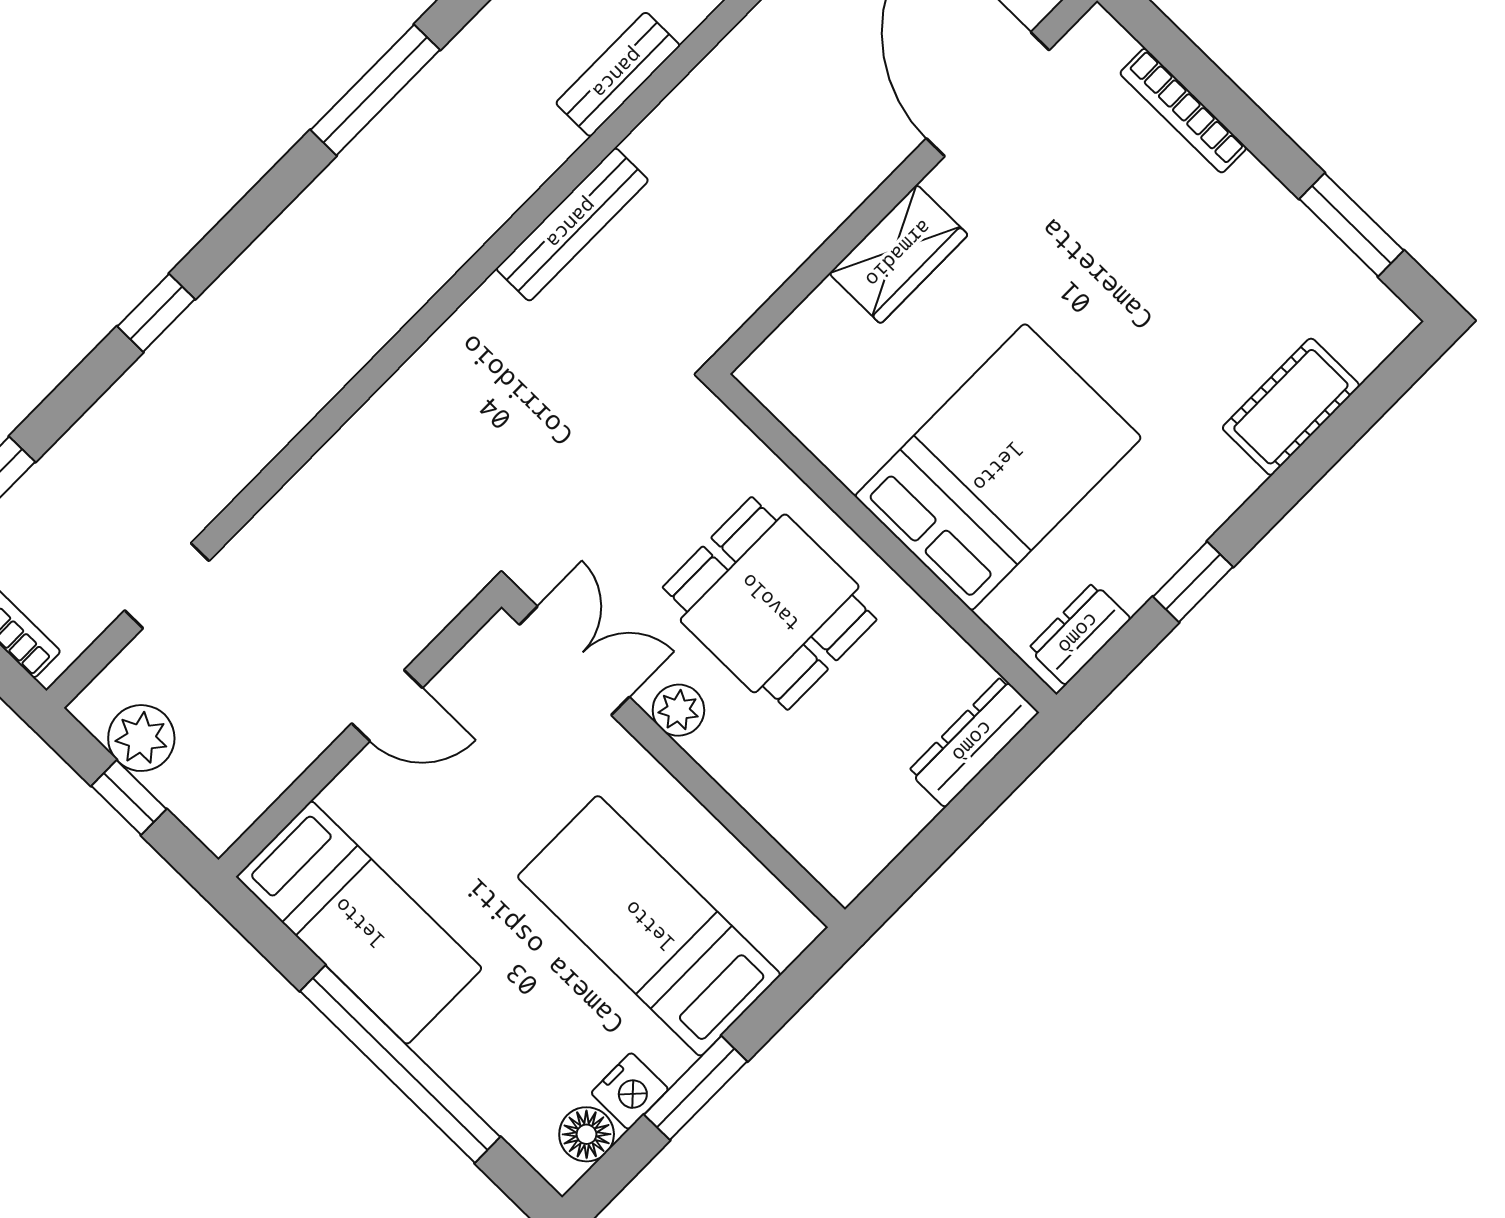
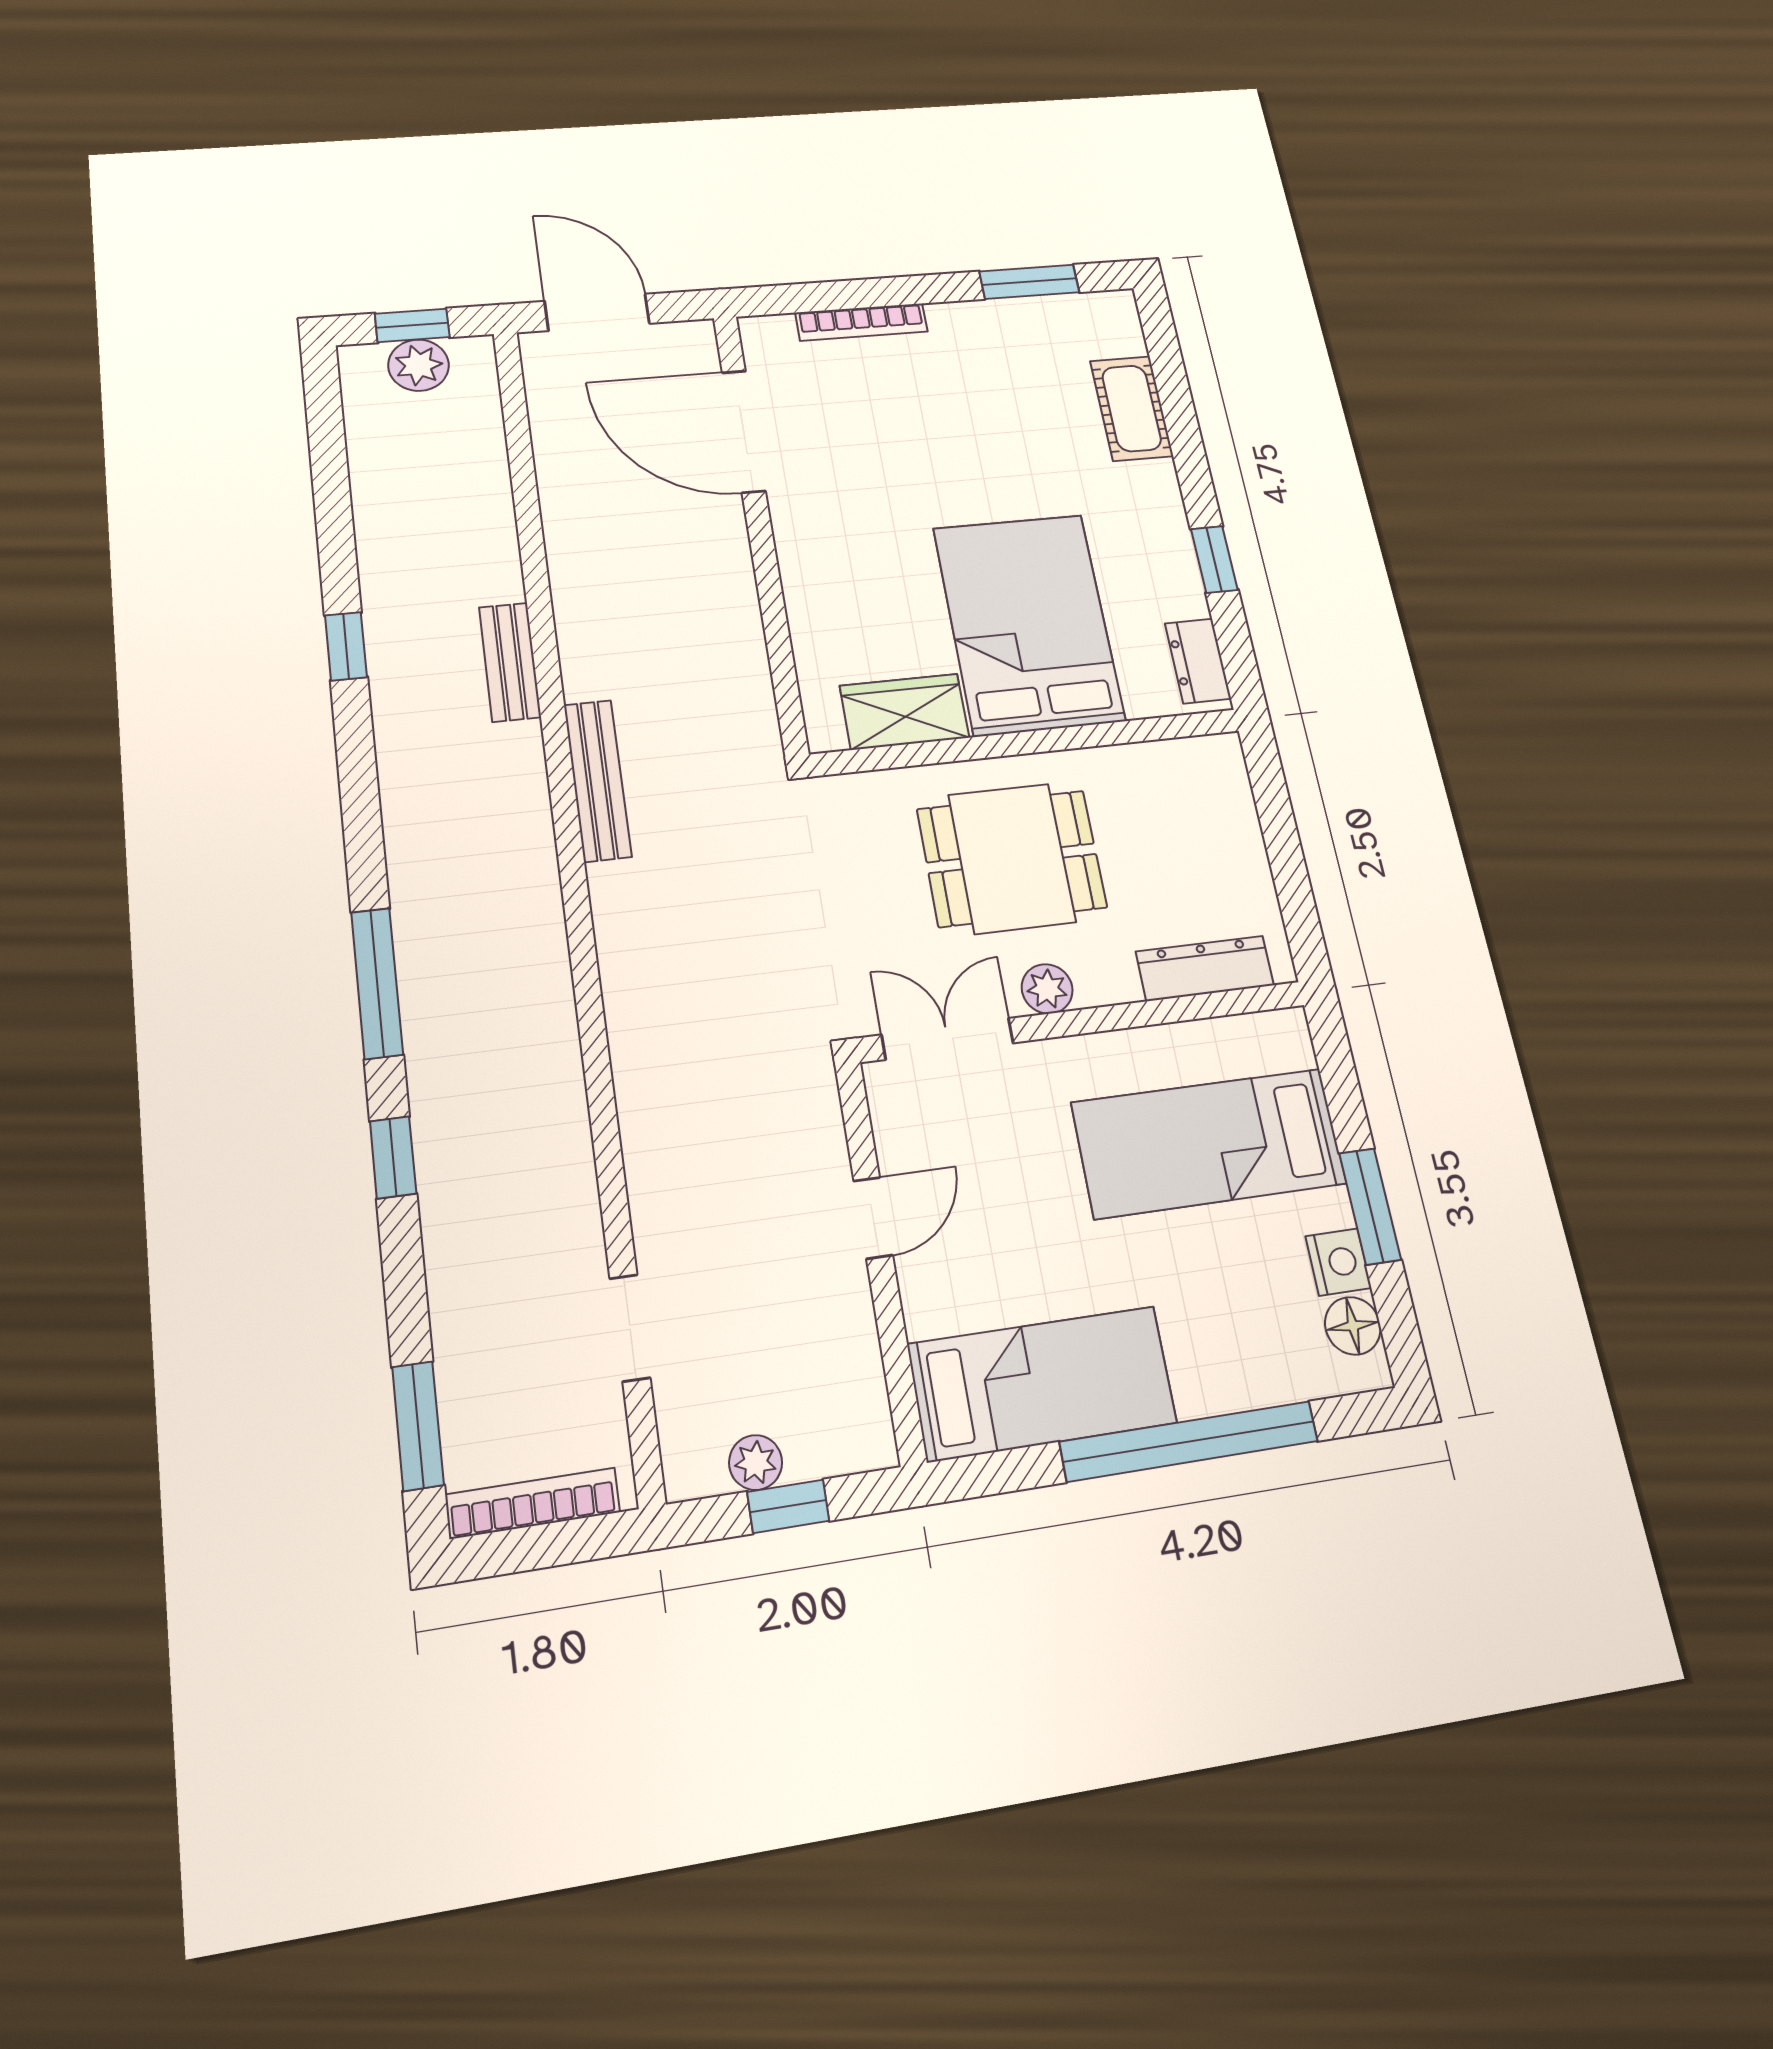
window: (375, 90) -> (377, 983), moved
wardrobe: (899, 254) -> (904, 712), moved, turned -90
plant: (141, 738) -> (756, 1462), width x0.73, depth x0.73
dresser: (973, 742) -> (1205, 968), moved, turned 90

